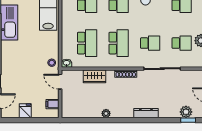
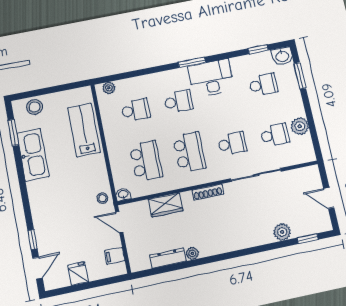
plant: (186, 112) -> (282, 232), moved
dresser: (146, 113) -> (168, 258), moved

